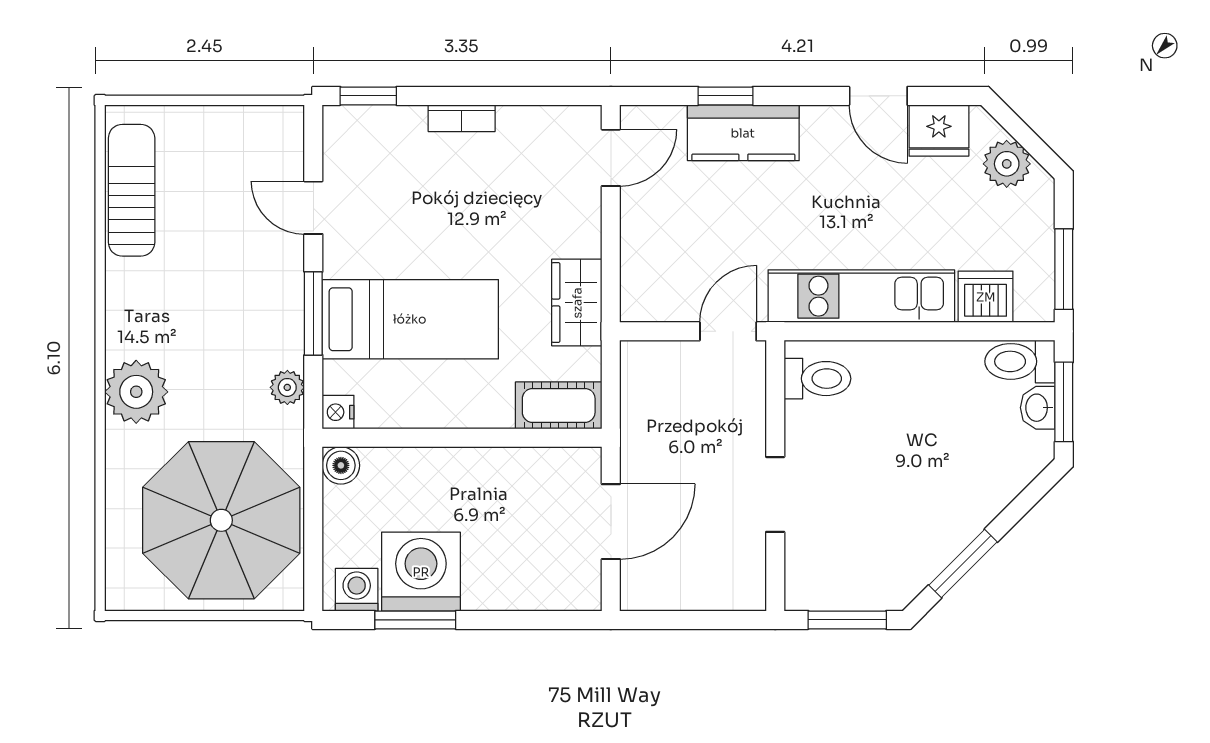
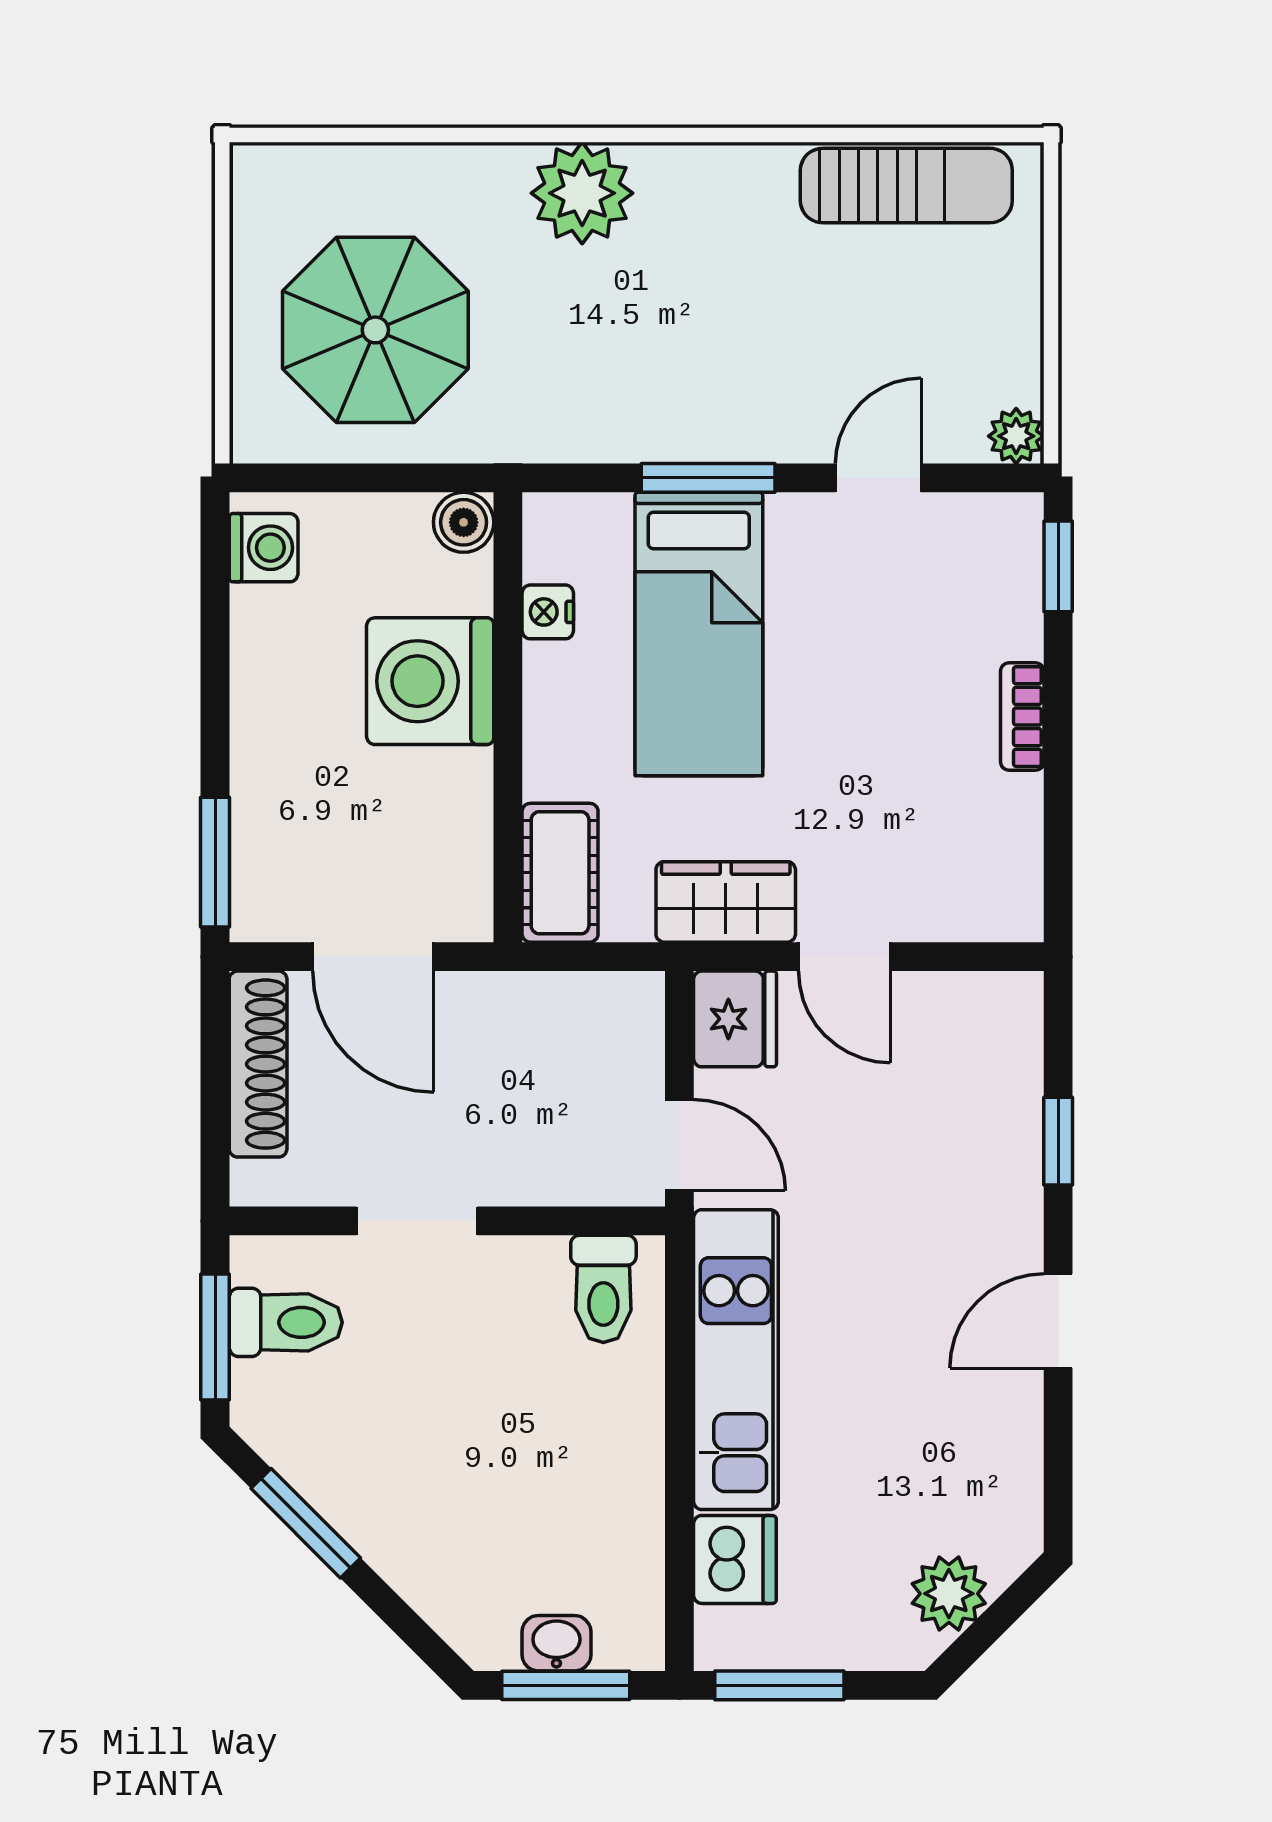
door: (878, 96) -> (1058, 1321), moved
fridge: (939, 131) -> (735, 1019), moved, turned 180
kitchen counter: (743, 133) -> (999, 1170), removed
door: (611, 158) -> (844, 957), moved
toilet: (1020, 361) -> (286, 1322), moved, turned 90
plant: (287, 387) -> (1016, 436), moved
nightstand: (338, 412) -> (548, 612), moved, turned -90
parasol: (221, 520) -> (375, 330), width x0.73, depth x0.73
washing machine: (421, 572) -> (430, 681), moved, turned 180
shoe rack: (678, 593) -> (258, 1064), added
window: (415, 620) -> (215, 862), moved

